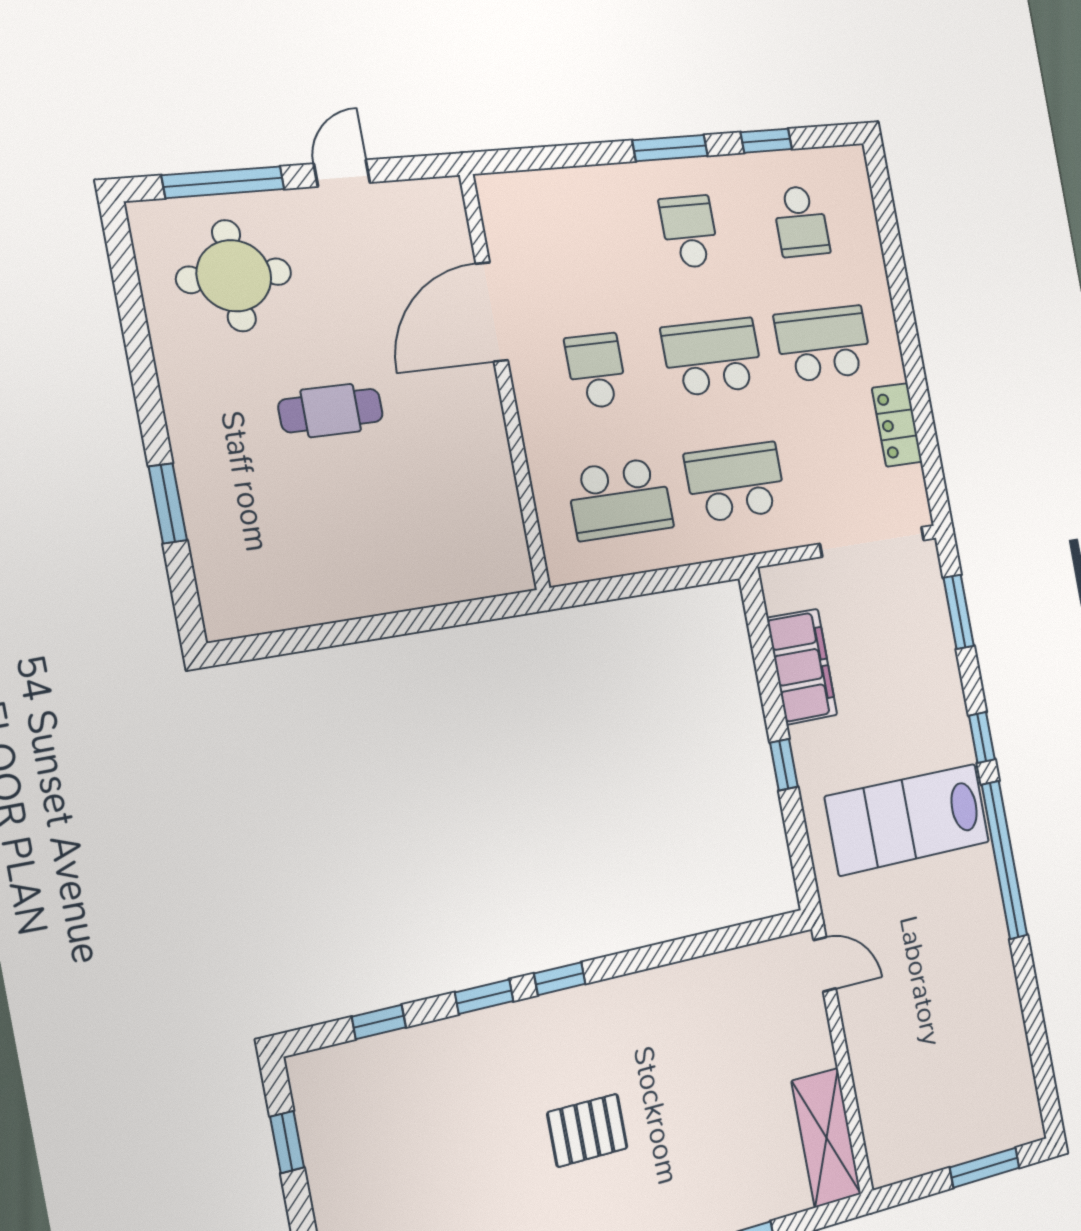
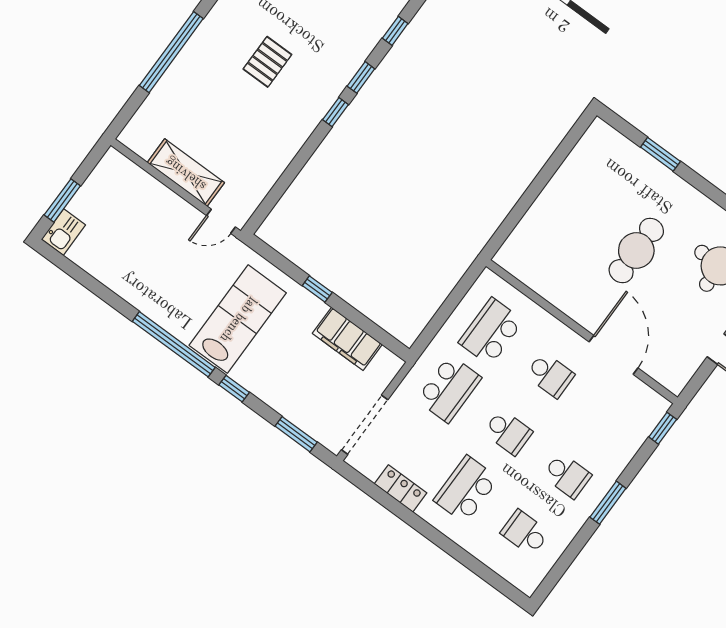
window: (766, 141) -> (663, 428), moved
school desk: (823, 344) -> (466, 489), turned 180
school desk: (713, 357) -> (508, 432), width x0.54
cafe table: (331, 411) -> (636, 251), width x1.37, depth x1.35
kitchen sink: (1015, 1124) -> (64, 232), added
shelving: (826, 1138) -> (186, 173), moved

